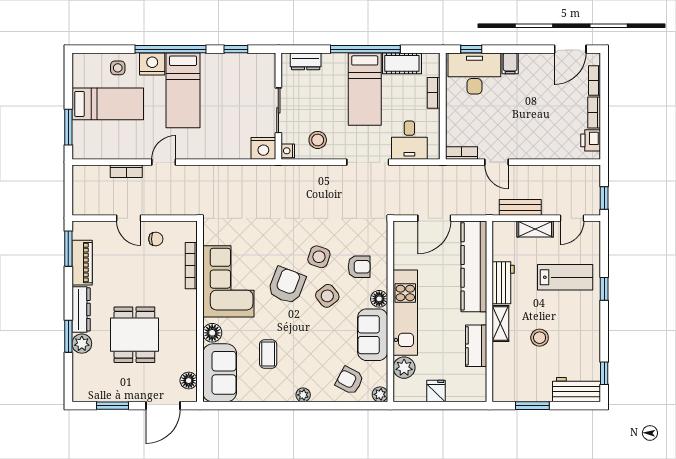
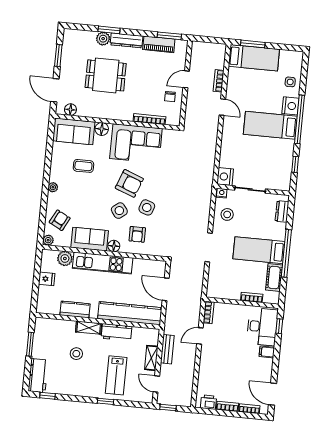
bed: (108, 104) -> (254, 58), moved, turned -90
desk: (409, 140) -> (221, 277), removed

